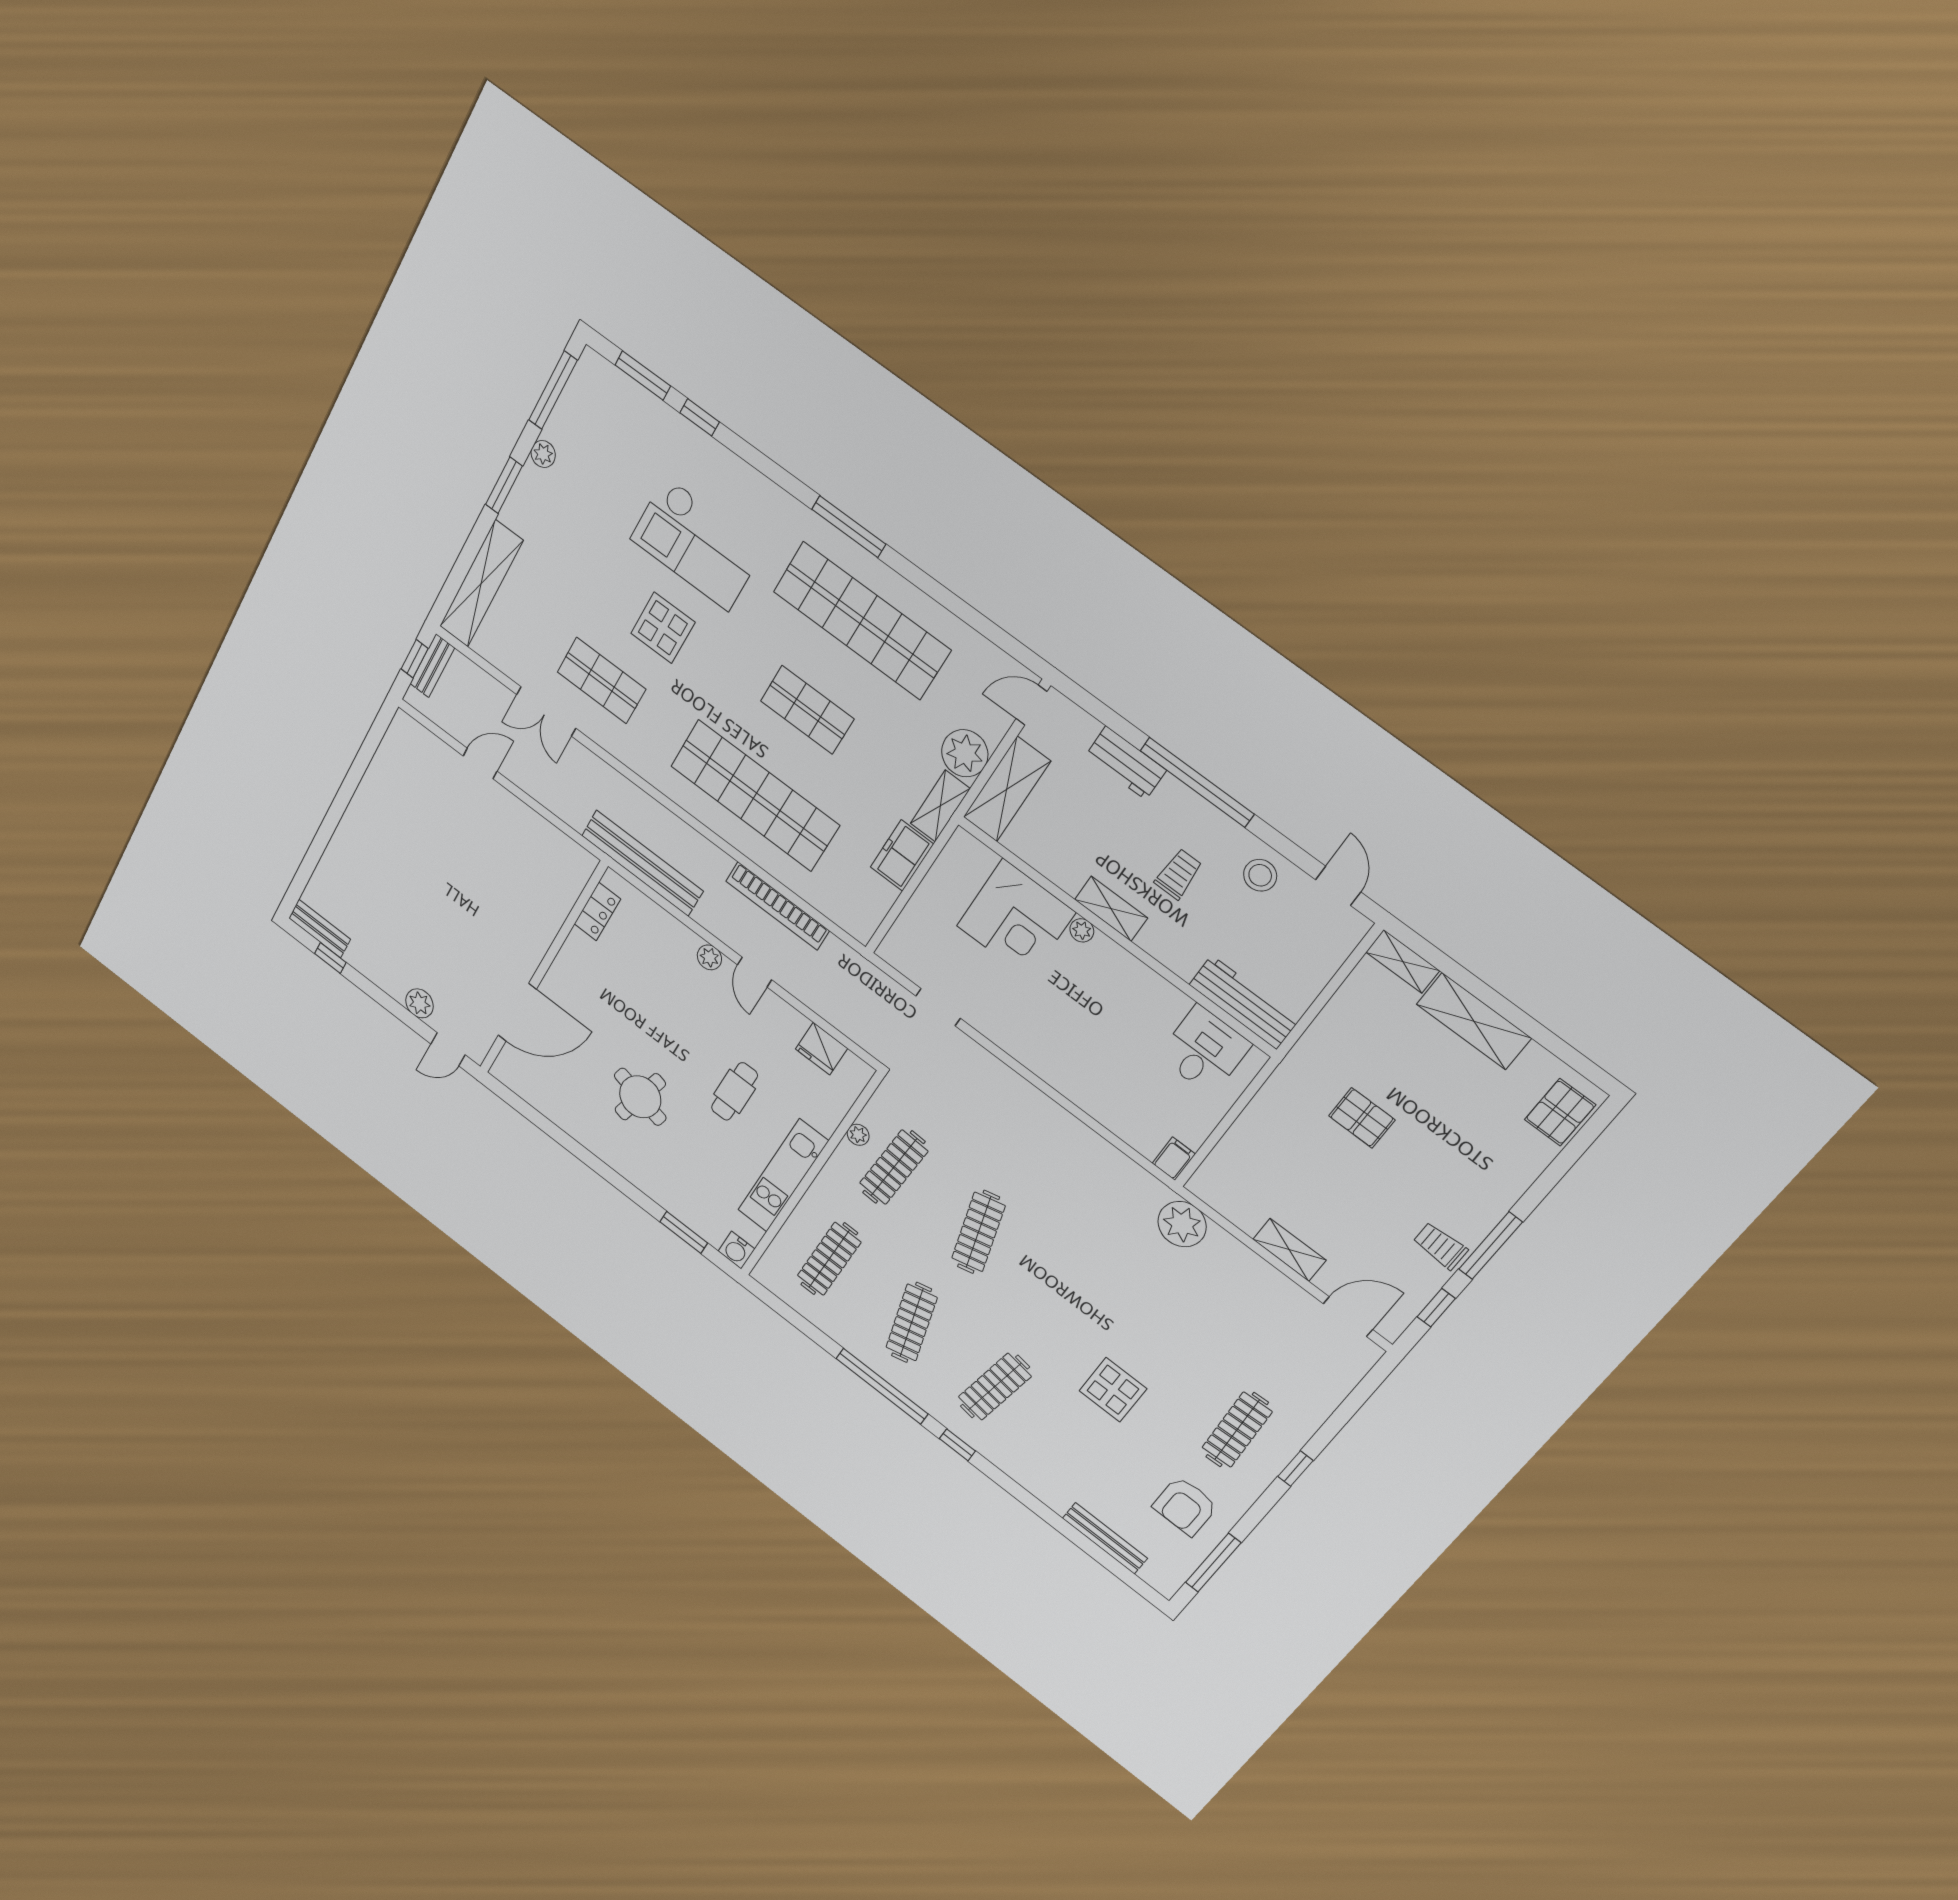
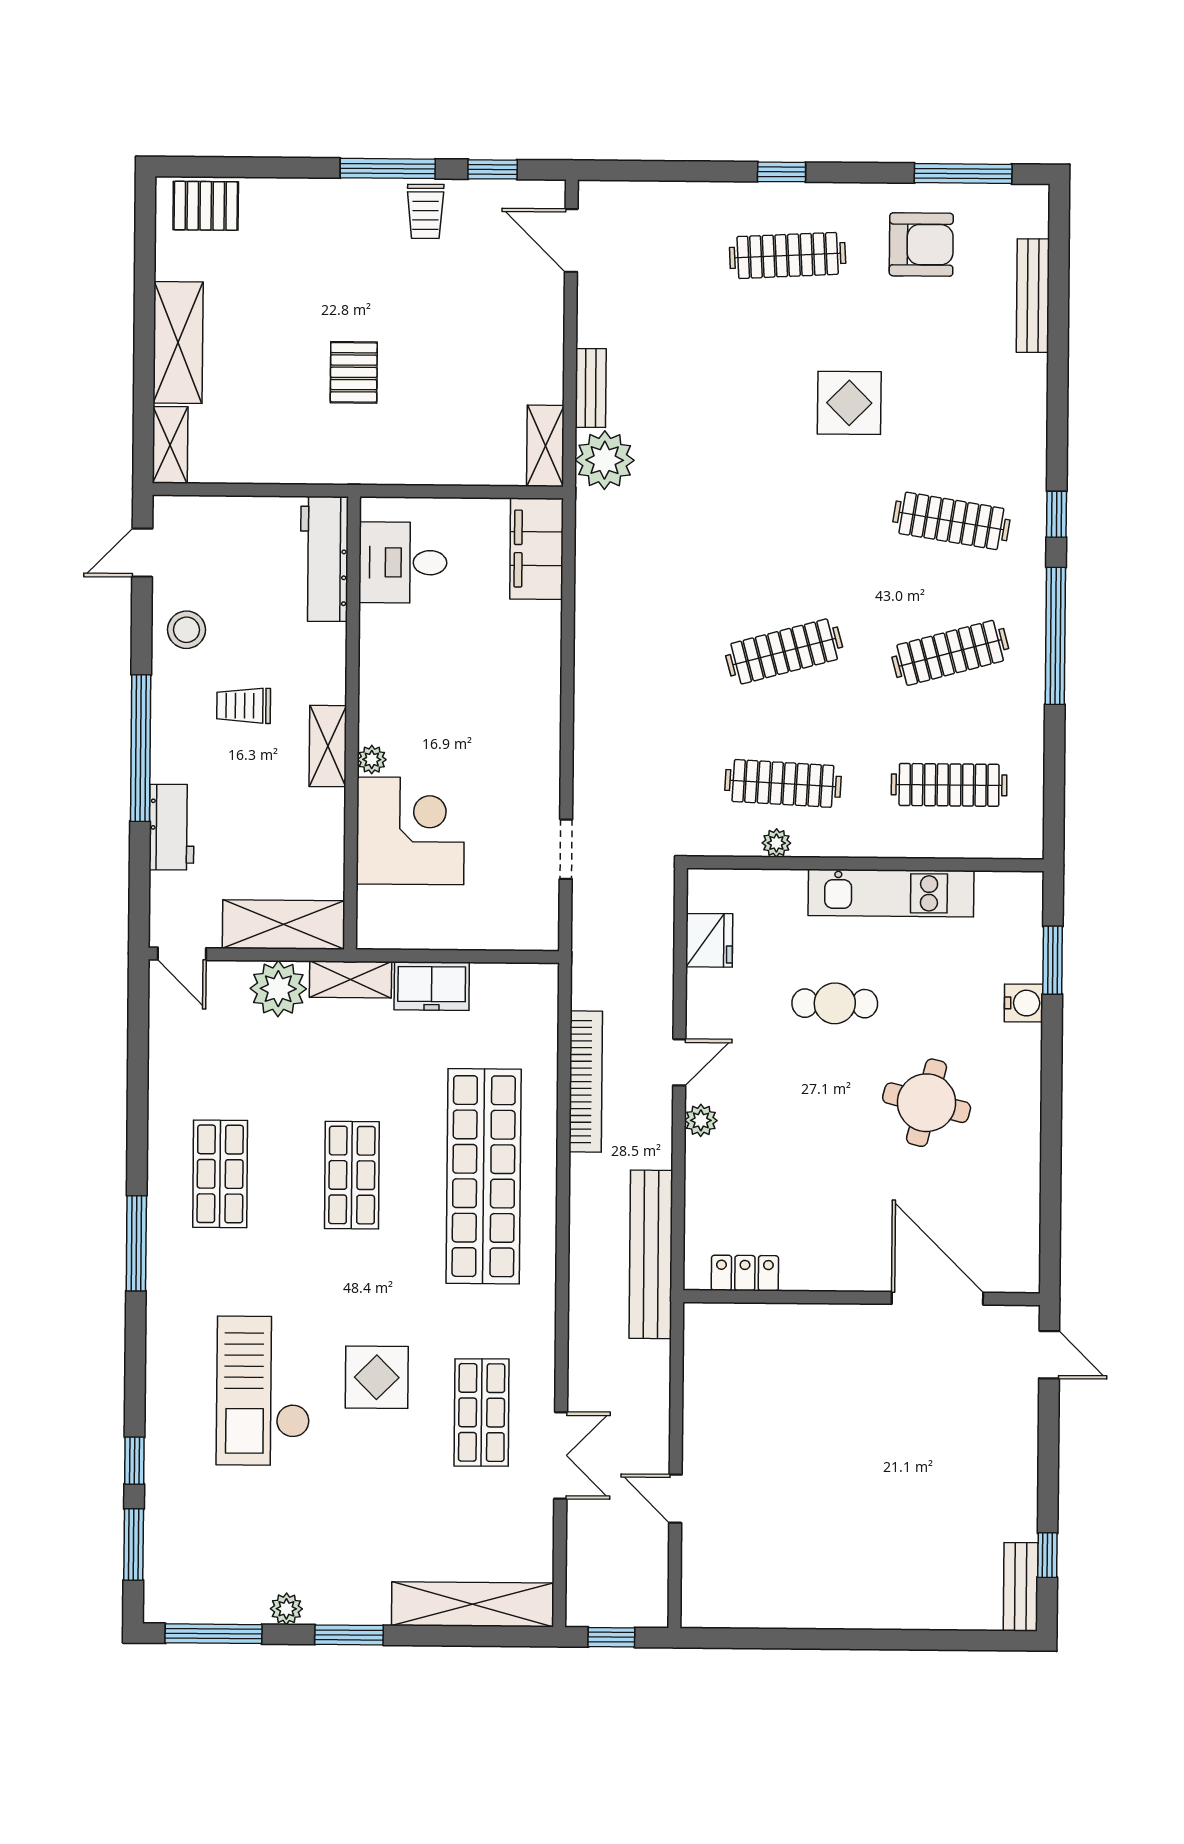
checkout: (697, 544) -> (263, 1391), turned 180
shop shelf: (862, 621) -> (220, 1174), width x0.50, depth x0.74
bench: (432, 666) -> (591, 388), moved, turned 90
plant: (420, 1003) -> (1019, 1418), removed
filing cabinet: (1174, 1159) -> (537, 549), width x3.00, depth x1.17
water cooler: (736, 1250) -> (1024, 1003), moved
shelving: (1289, 1250) -> (545, 446), moved

